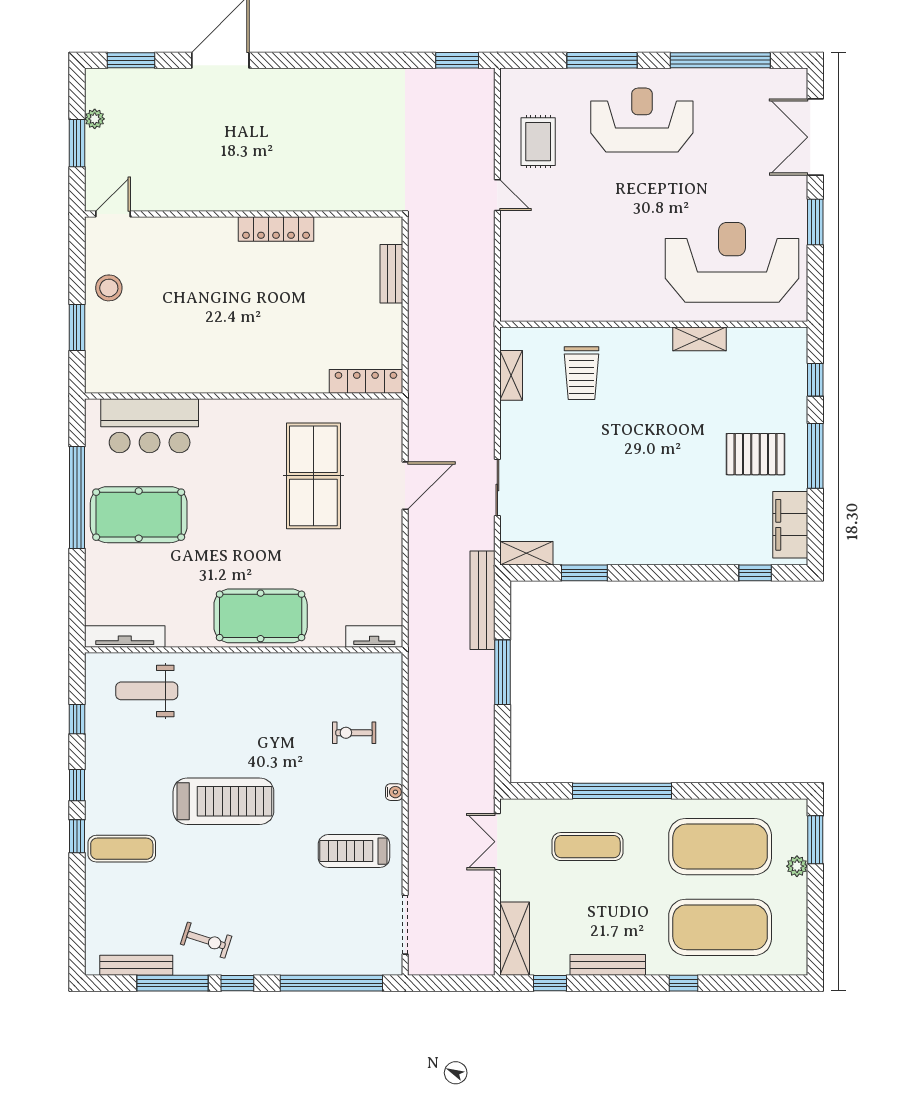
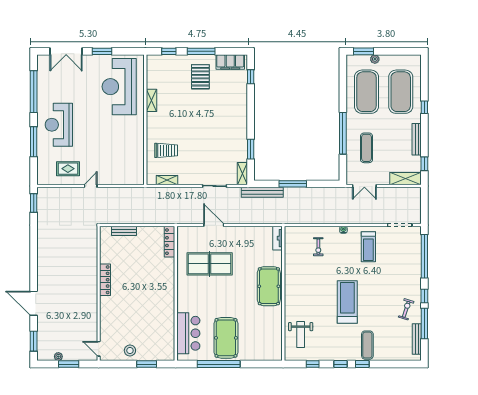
tv unit: (125, 636) -> (278, 344), removed

